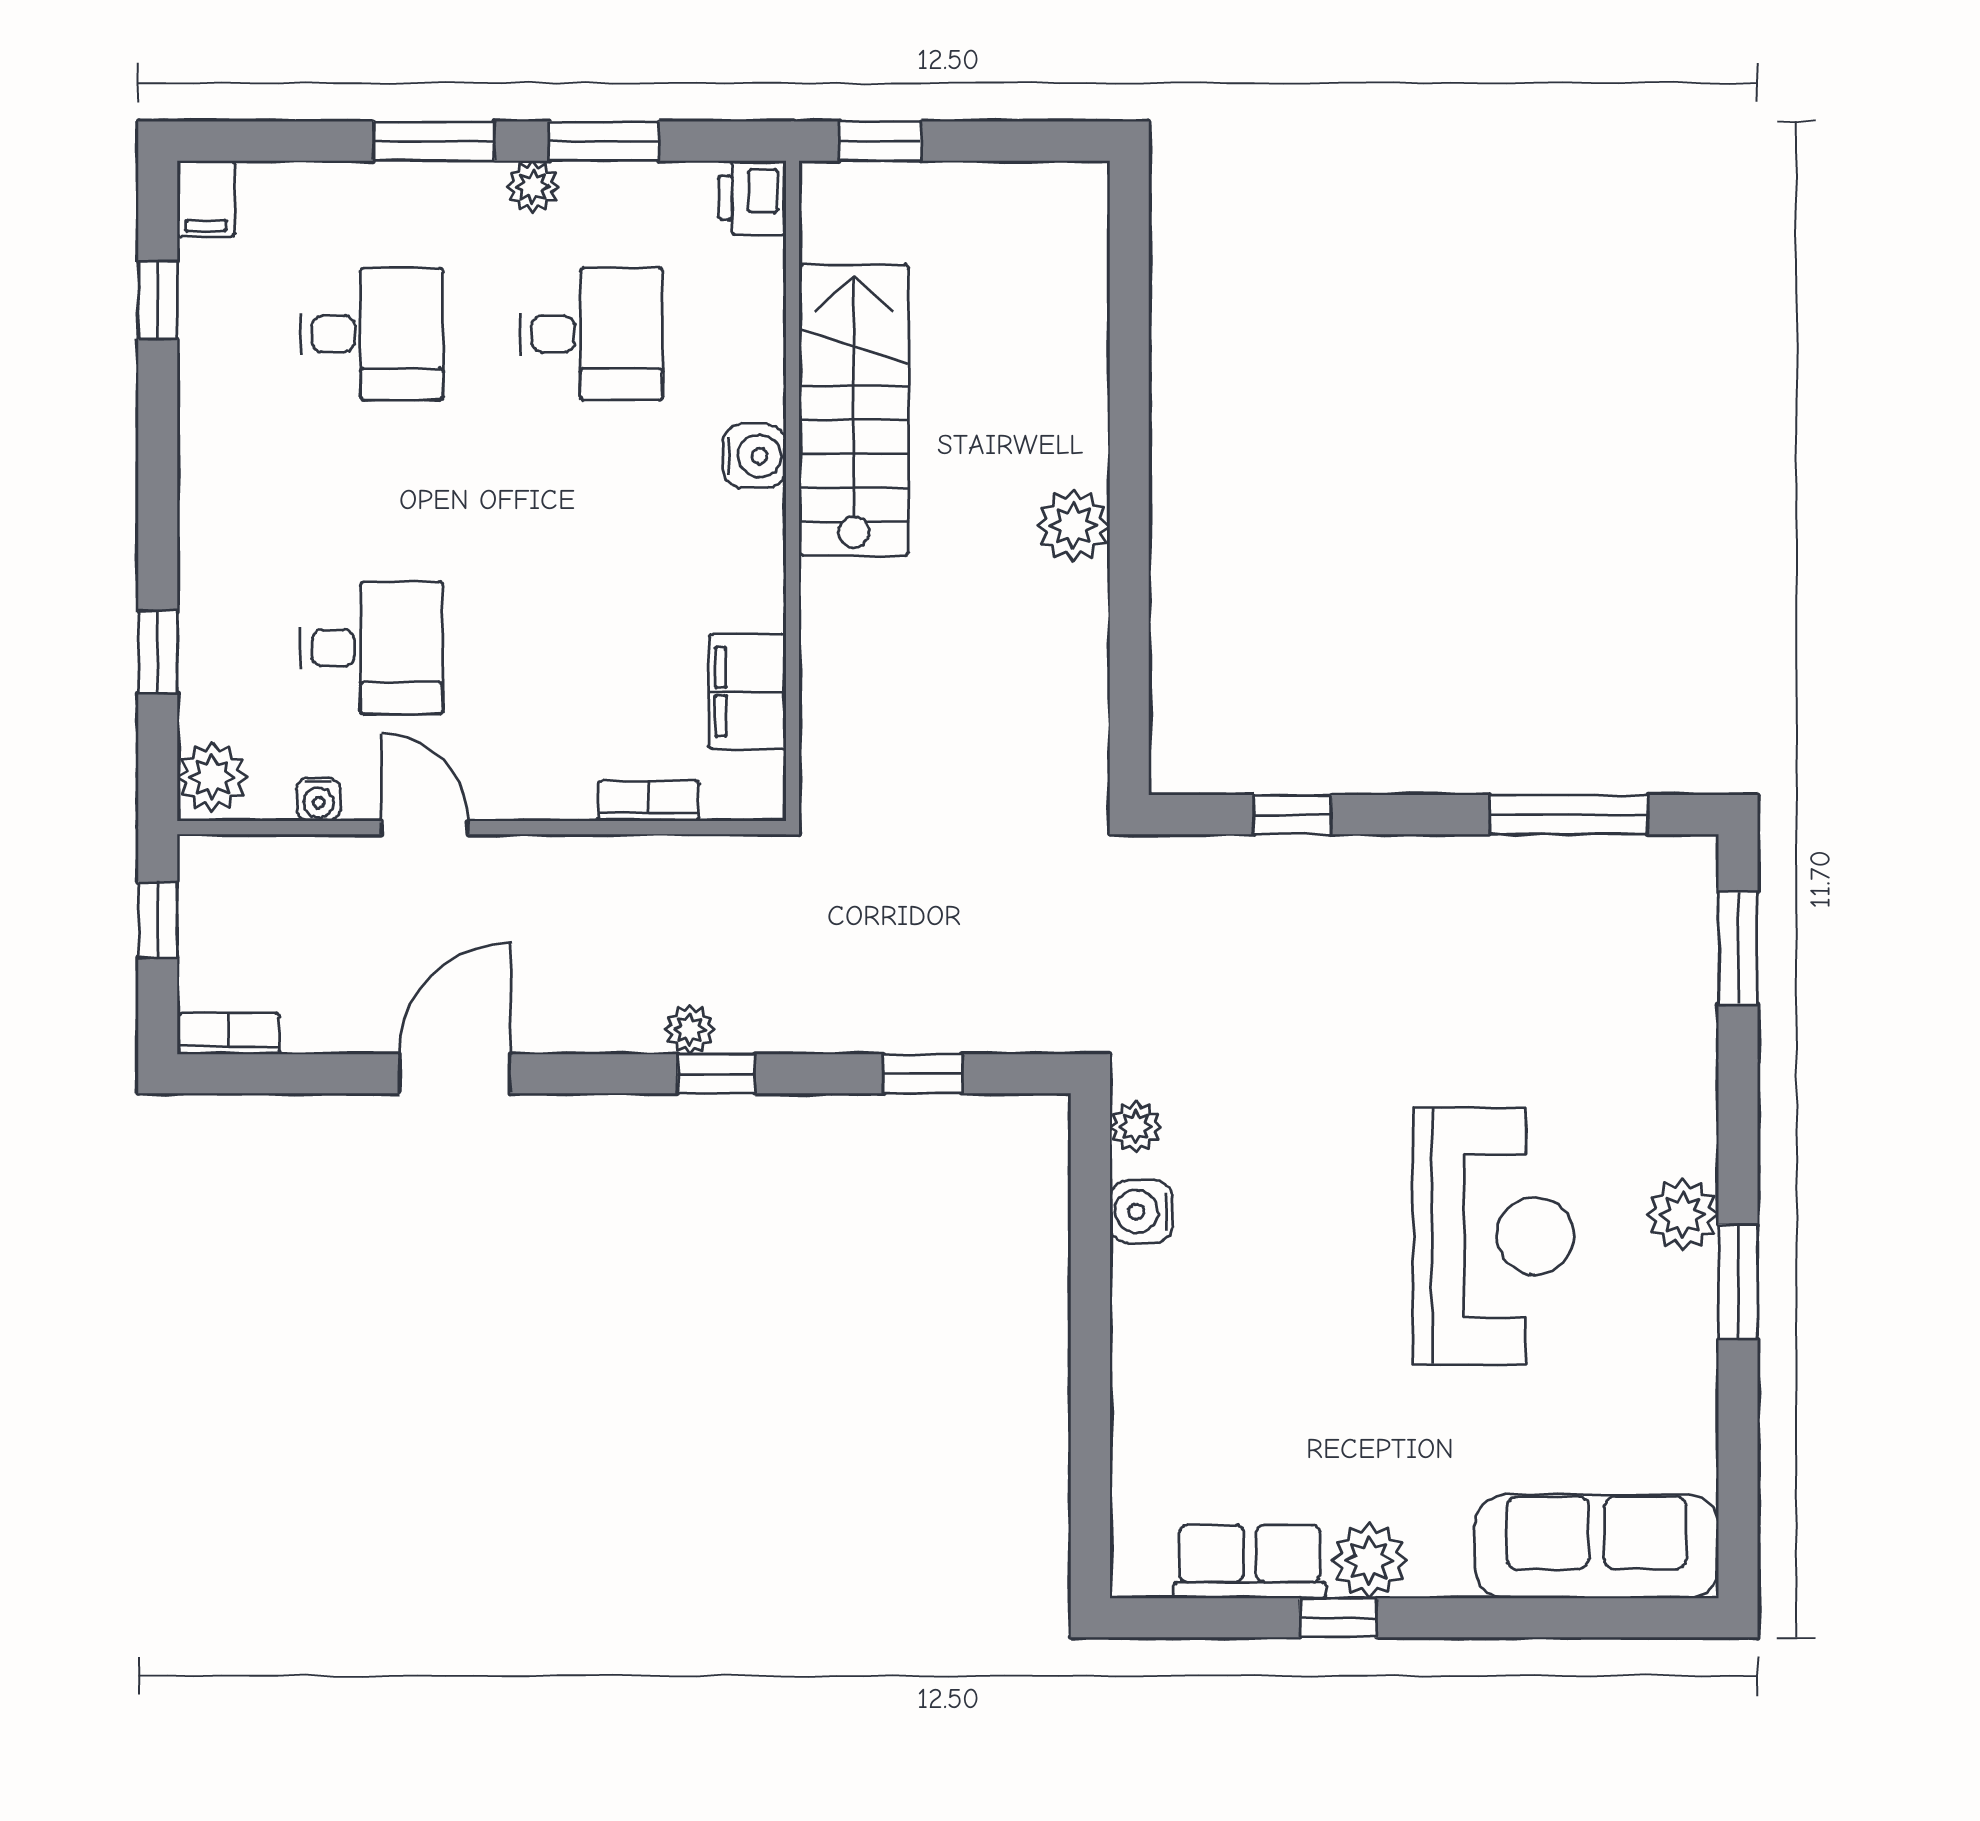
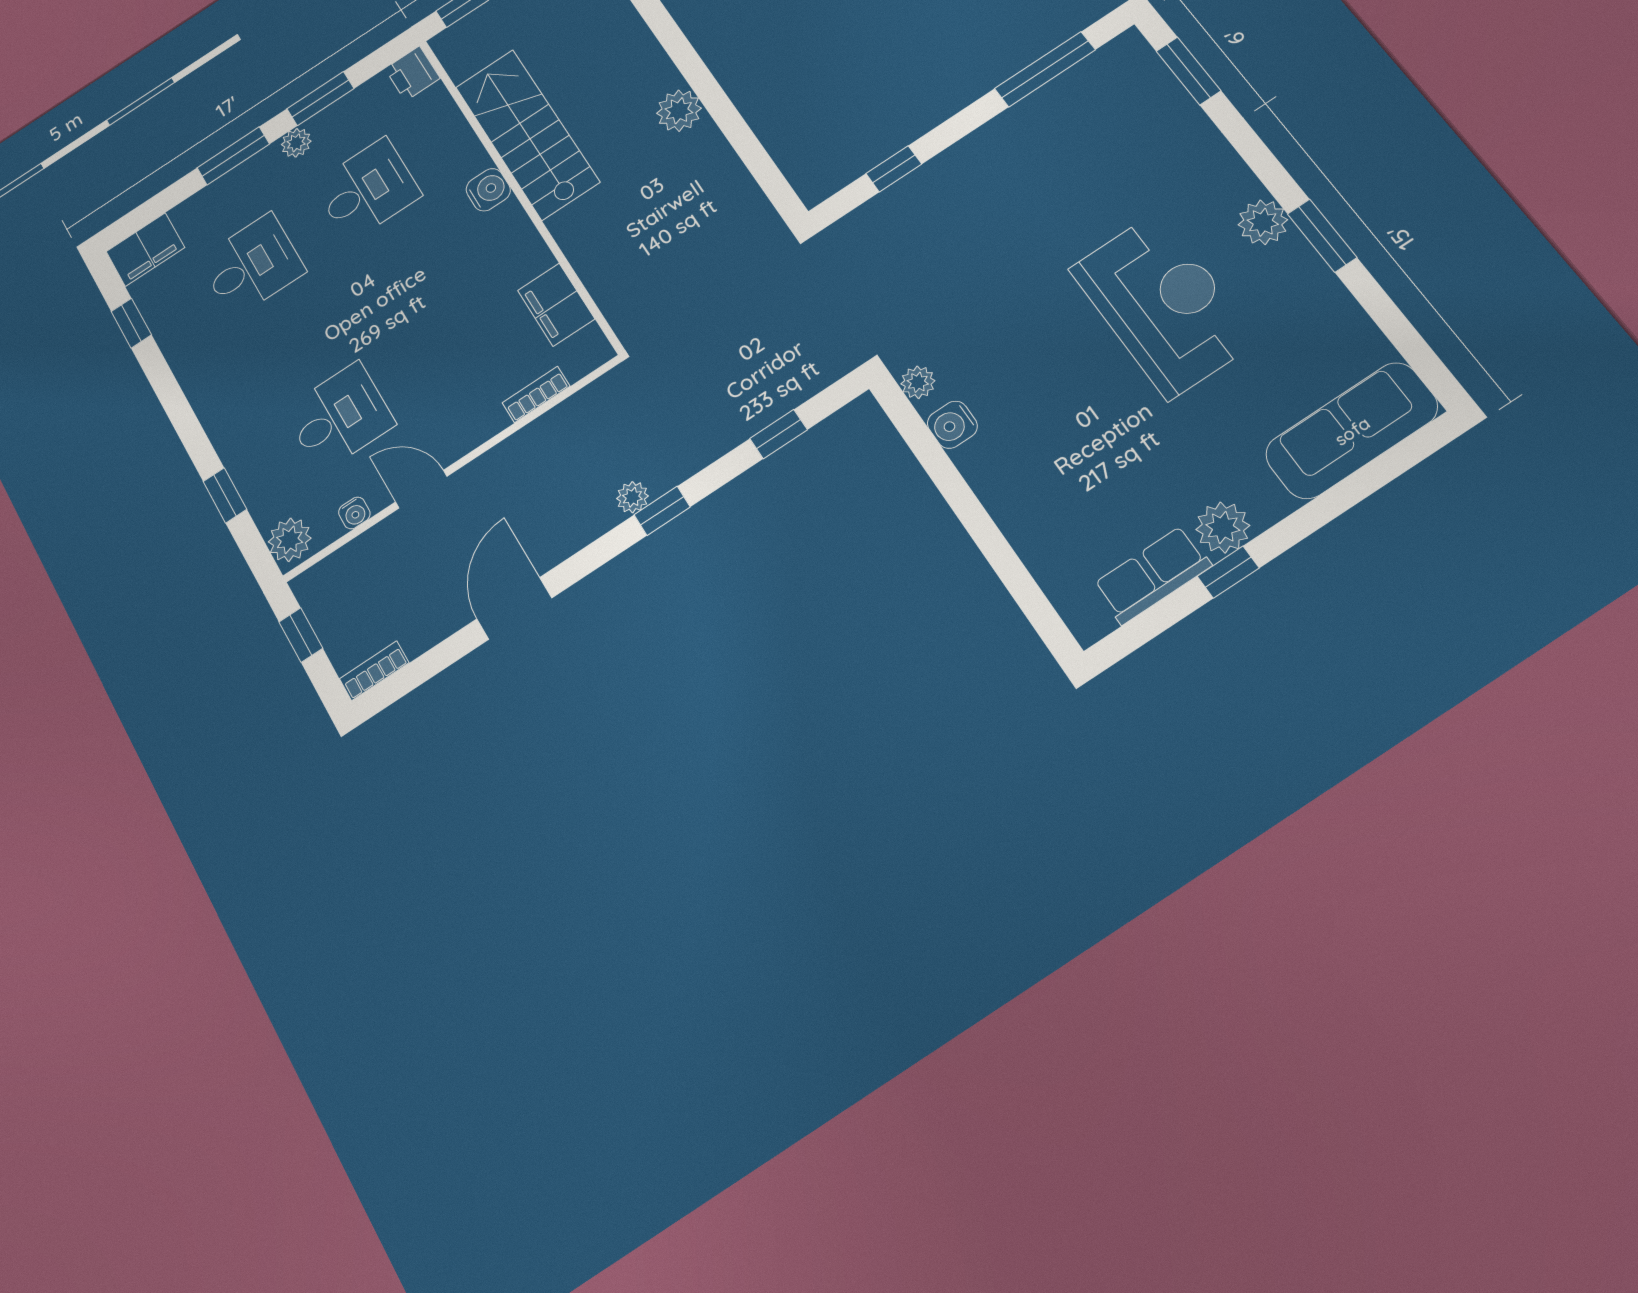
filing cabinet: (206, 199) -> (145, 250), width x2.00

